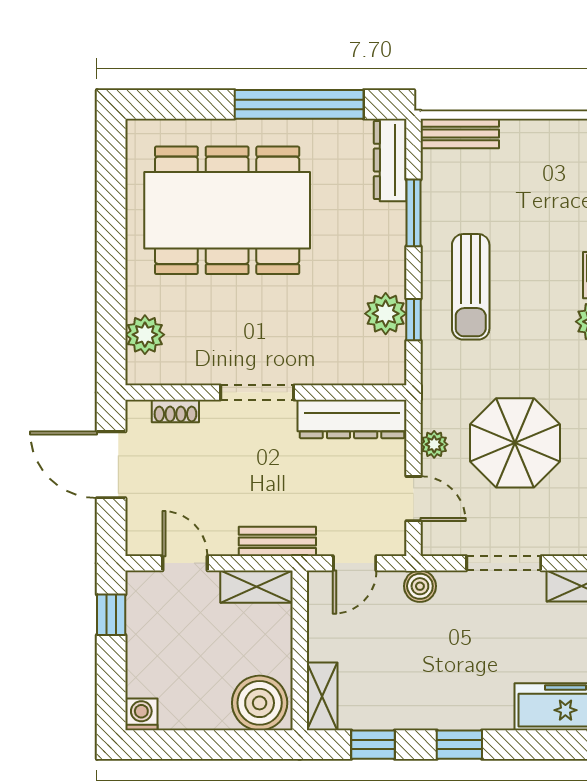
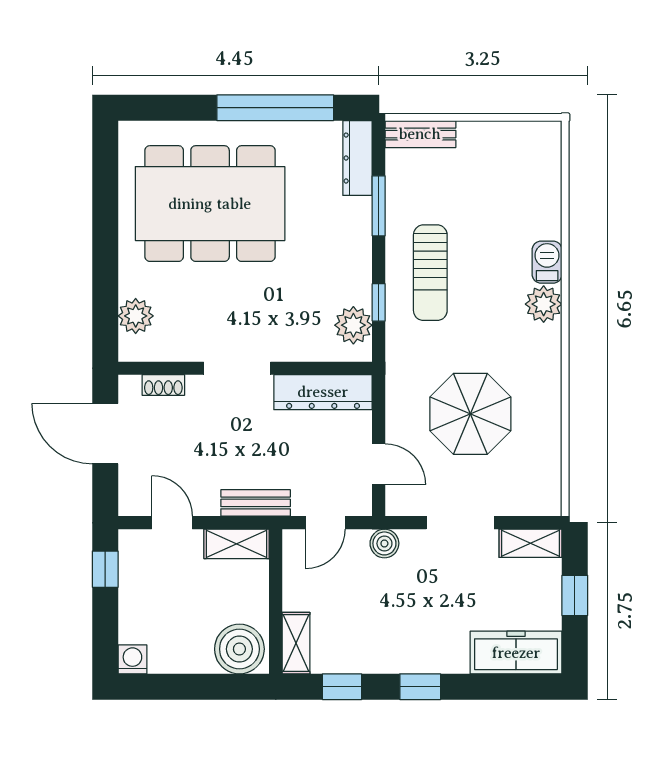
plant: (386, 314) -> (353, 325), moved
plant: (434, 444) -> (397, 415), removed

